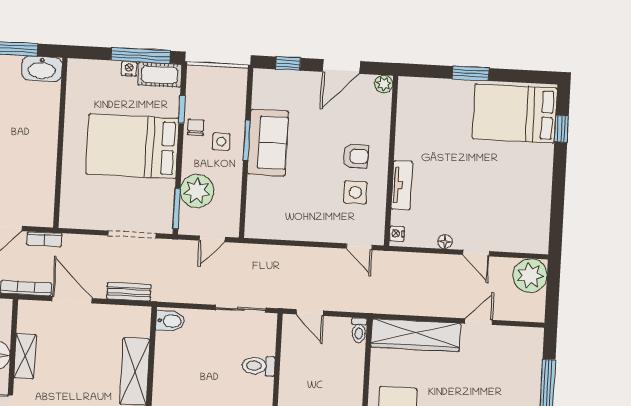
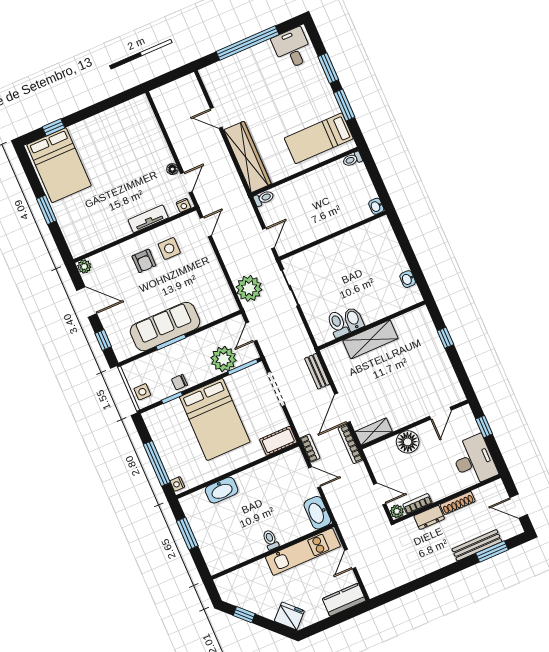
window: (141, 56) -> (157, 463), moved
washbasin: (42, 69) -> (222, 490), moved, turned 90
nightstand: (129, 69) -> (177, 484), moved
cot: (160, 75) -> (278, 441), moved, turned 90
side table: (221, 142) -> (142, 392), moved
sofa: (268, 143) -> (165, 327), width x1.36
armchair: (356, 156) -> (144, 261), turned 180
door: (212, 239) -> (251, 332), swing flipped
door: (476, 253) -> (186, 183), moved
plant: (530, 276) -> (249, 288), moved
bidet: (170, 321) -> (353, 319), moved
shelving: (25, 356) -> (374, 432), moved
toilet: (258, 366) -> (338, 324), moved, turned 180

